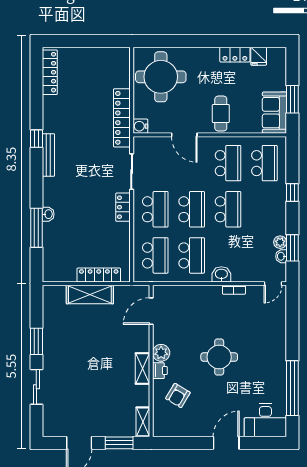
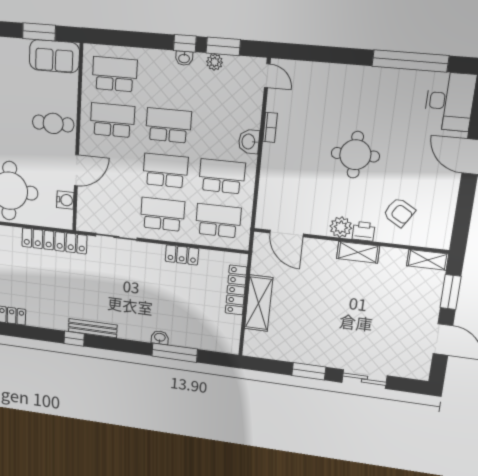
water cooler: (140, 126) -> (65, 200), moved, turned -90
window: (292, 193) -> (185, 43), moved
locker: (123, 207) -> (182, 255), moved
washbasin: (281, 256) -> (184, 58), moved

